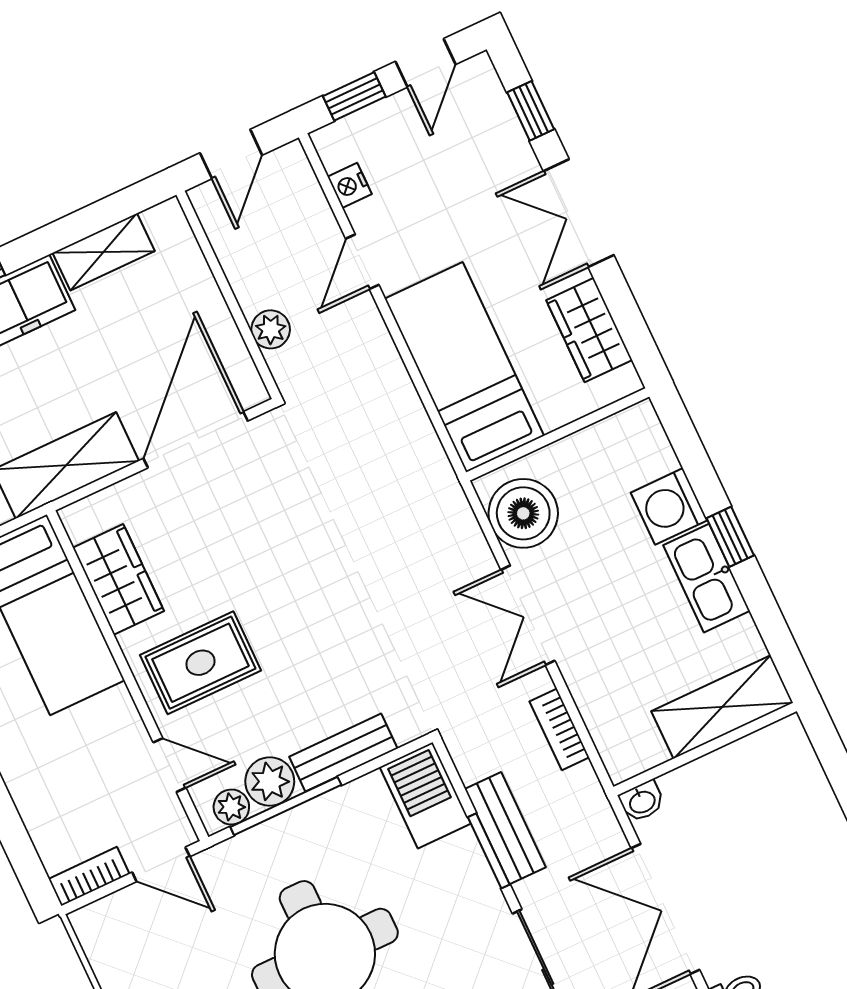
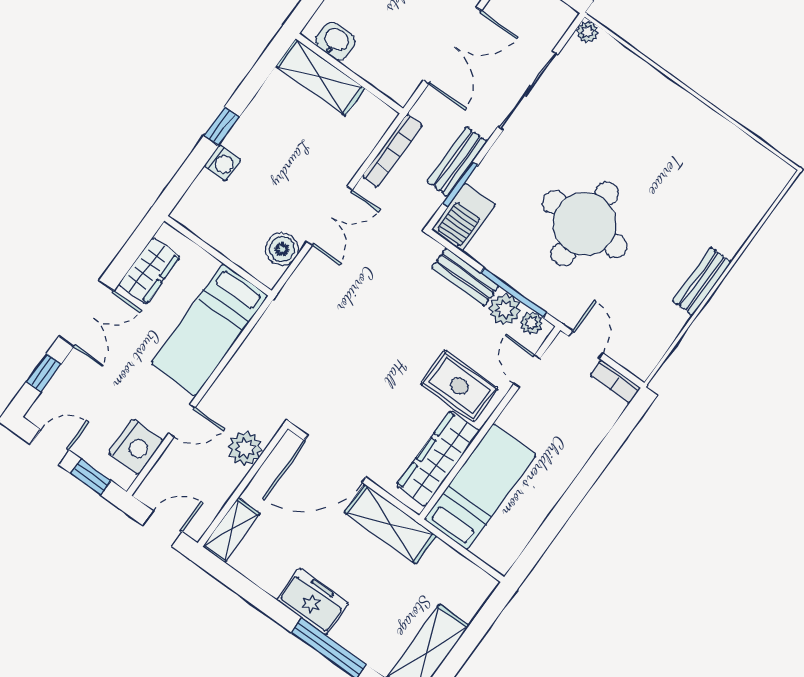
nightstand: (350, 185) -> (136, 447), width x1.89, depth x1.79
shelving: (104, 252) -> (231, 530), moved, turned 90
plant: (271, 329) -> (245, 448), width x1.38, depth x1.38
washing machine: (669, 506) -> (223, 163), width x0.73, depth x0.73
boiler: (523, 513) -> (282, 249), width x0.73, depth x0.73
kitchen sink: (707, 578) -> (252, 126), removed
wardrobe: (118, 579) -> (438, 458), width x1.50
bookcase: (559, 729) -> (392, 151), width x1.56
washbasin: (642, 801) -> (335, 41), moved, width x1.38, depth x1.45
window: (489, 851) -> (460, 184), moved

